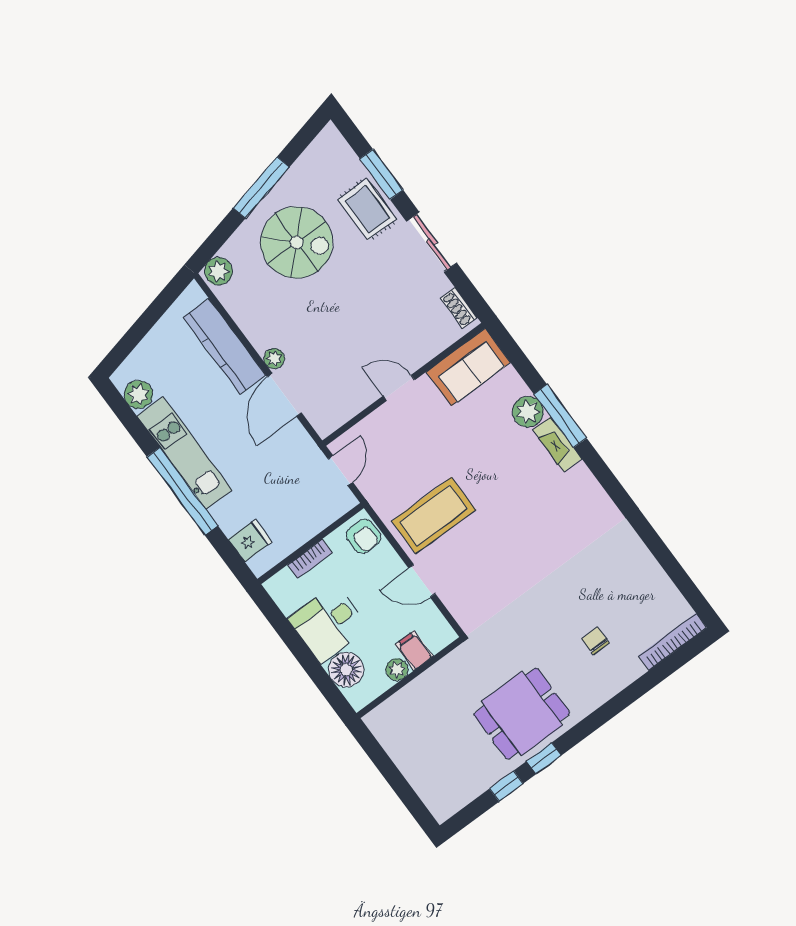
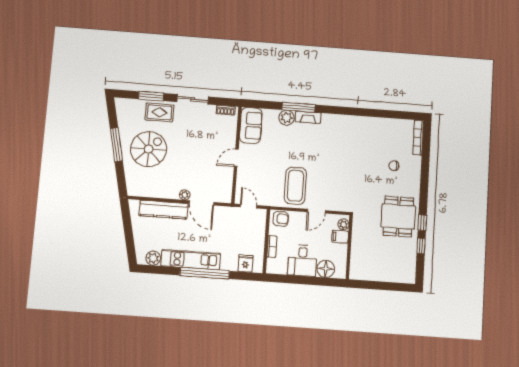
plant: (218, 271) -> (133, 188), removed
plant: (397, 669) -> (343, 224), moved

